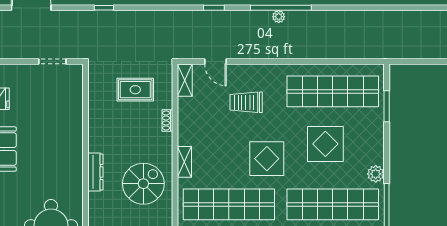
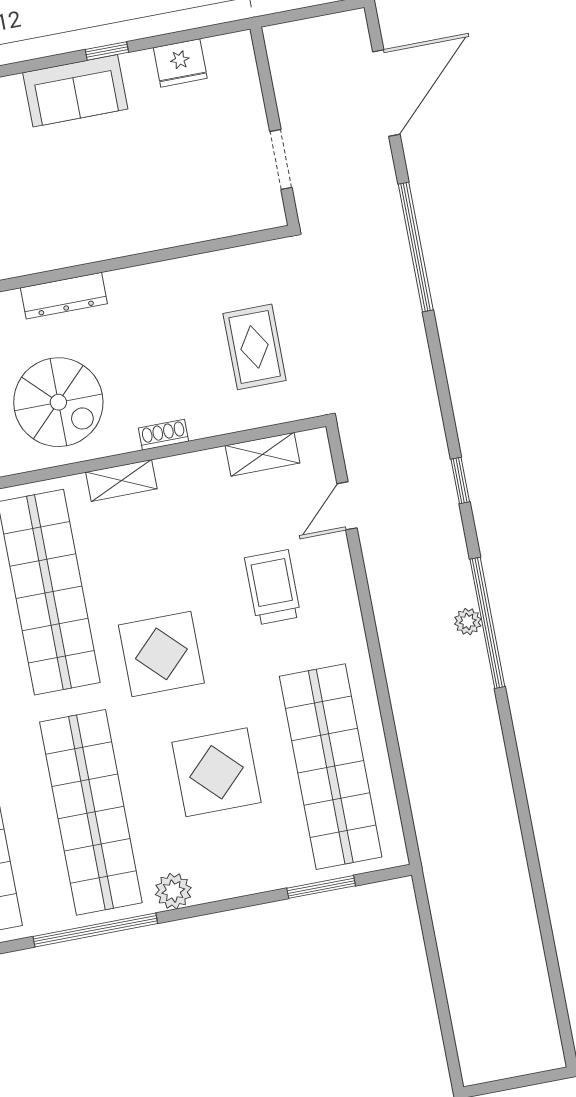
window: (104, 8) -> (416, 247), width x3.17
shelving: (185, 80) -> (262, 454), moved
shoe rack: (167, 120) -> (164, 435), moved

